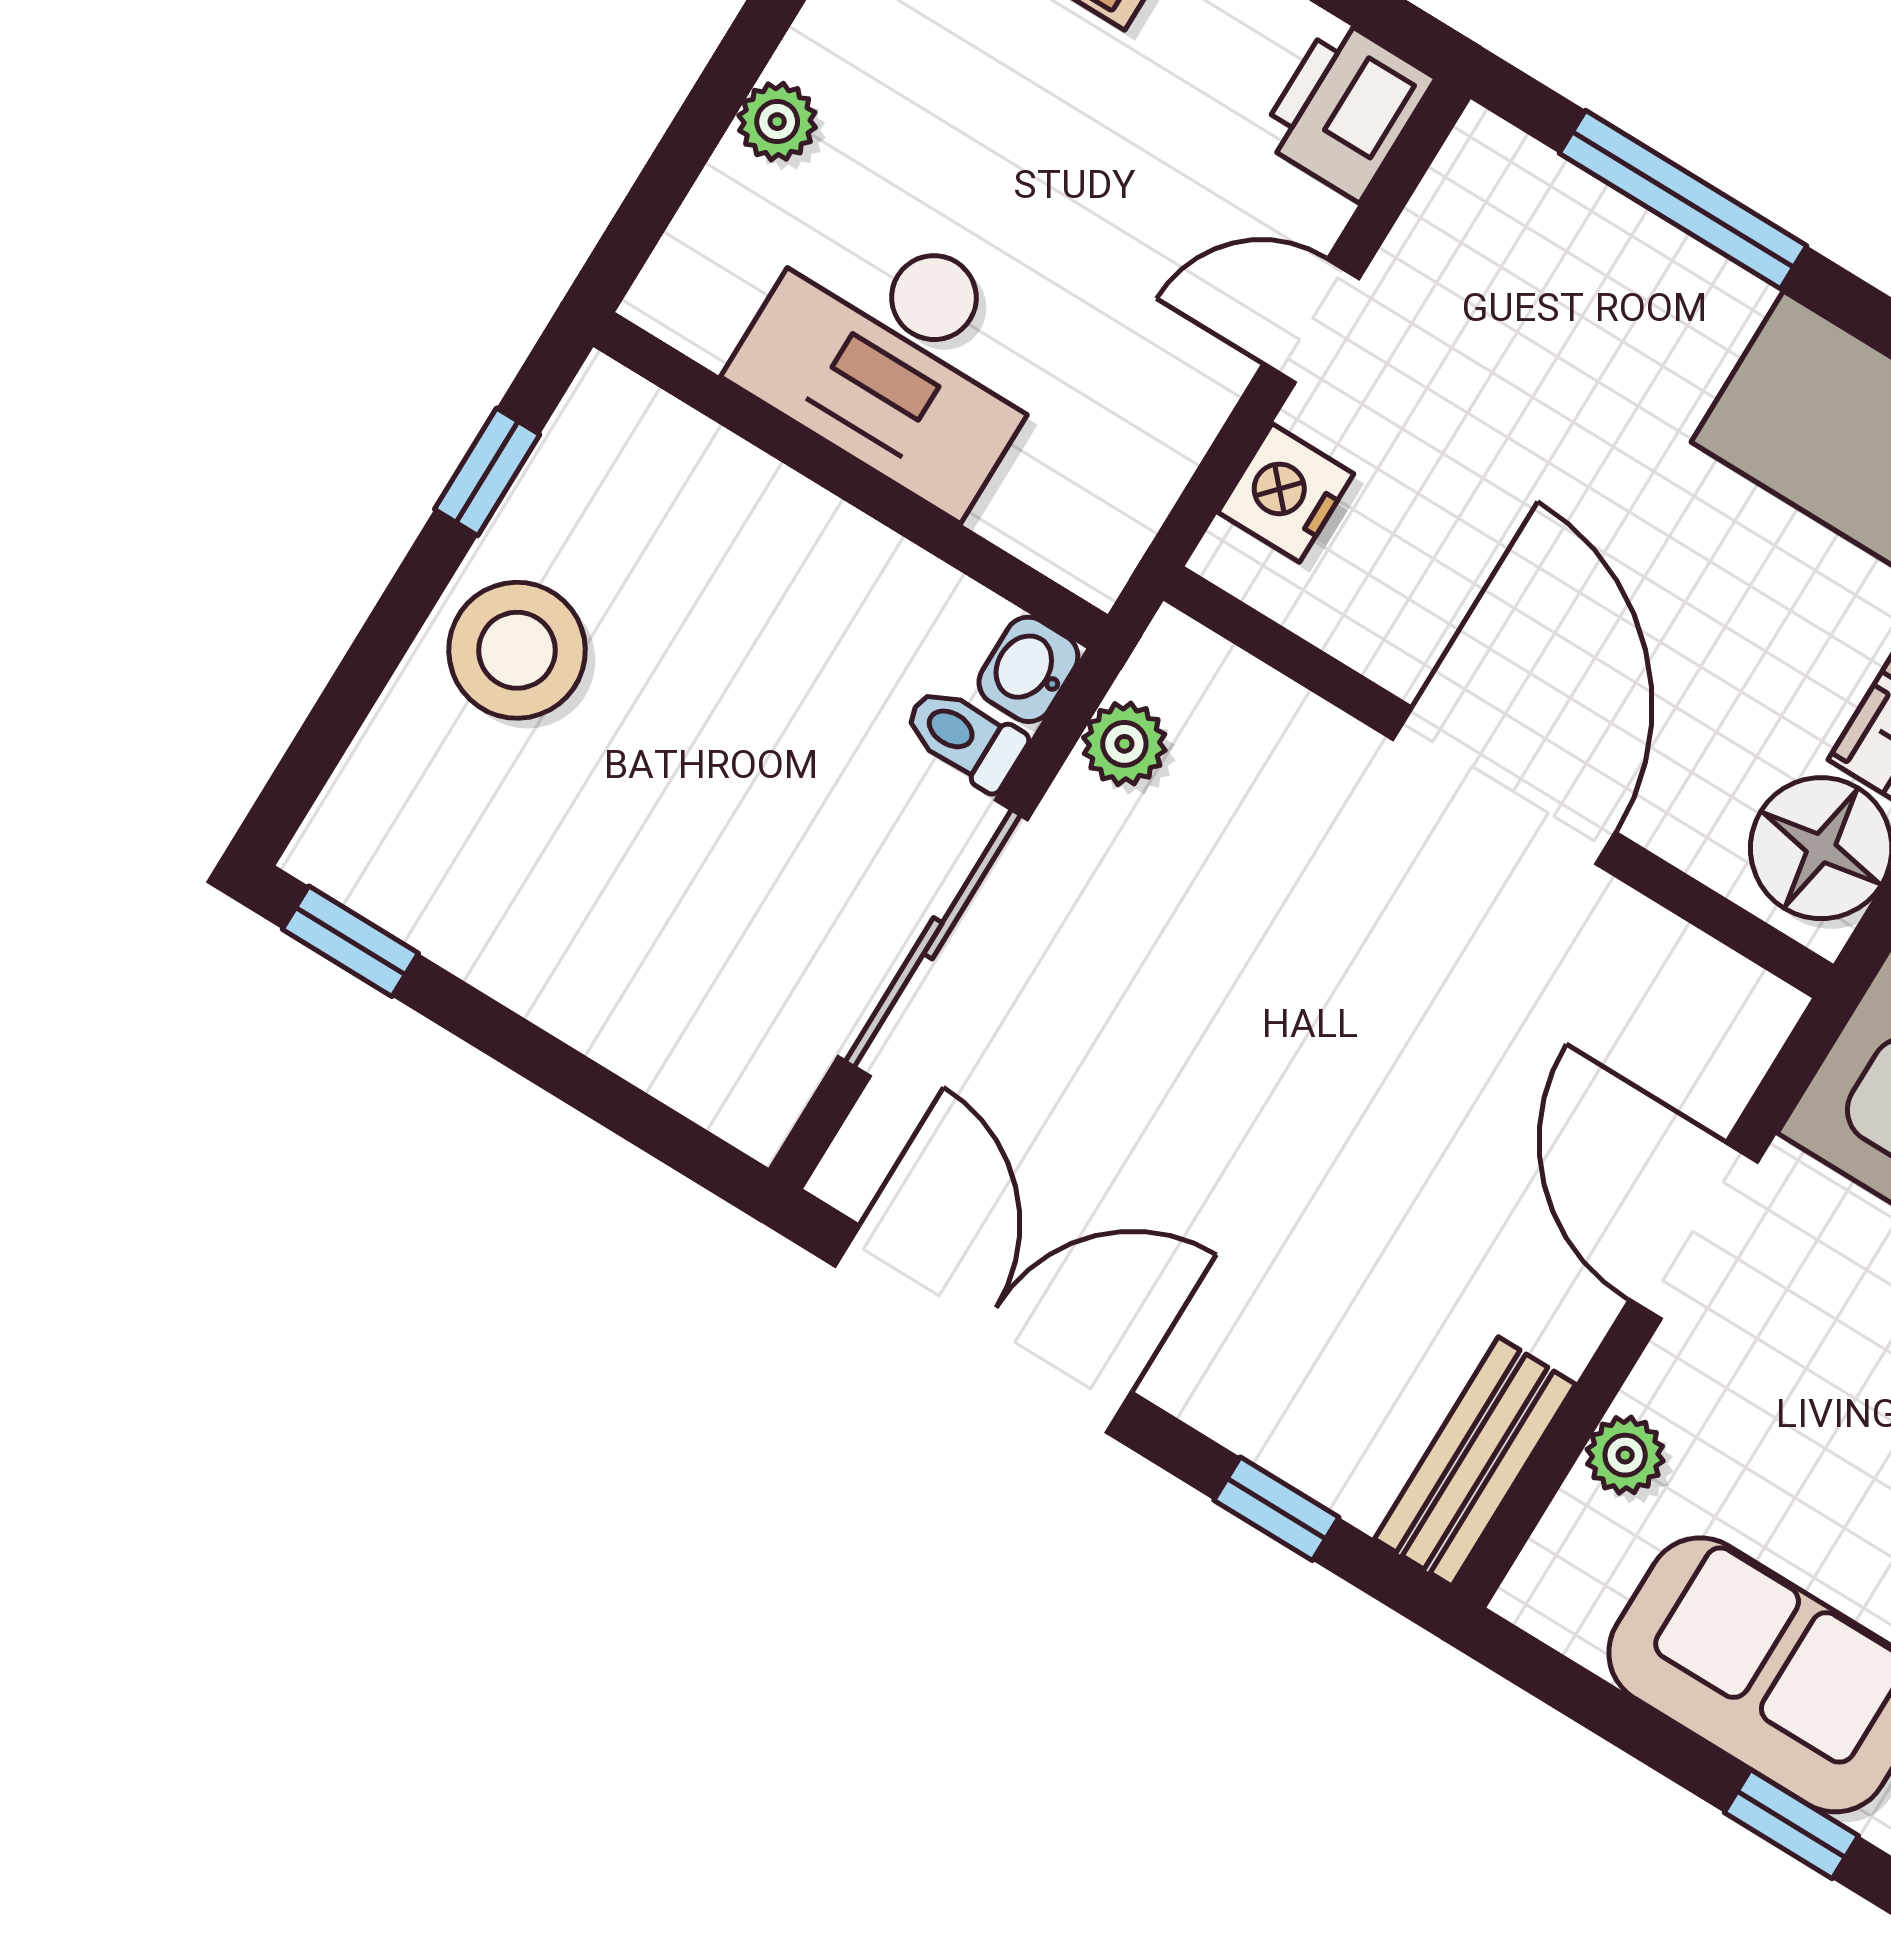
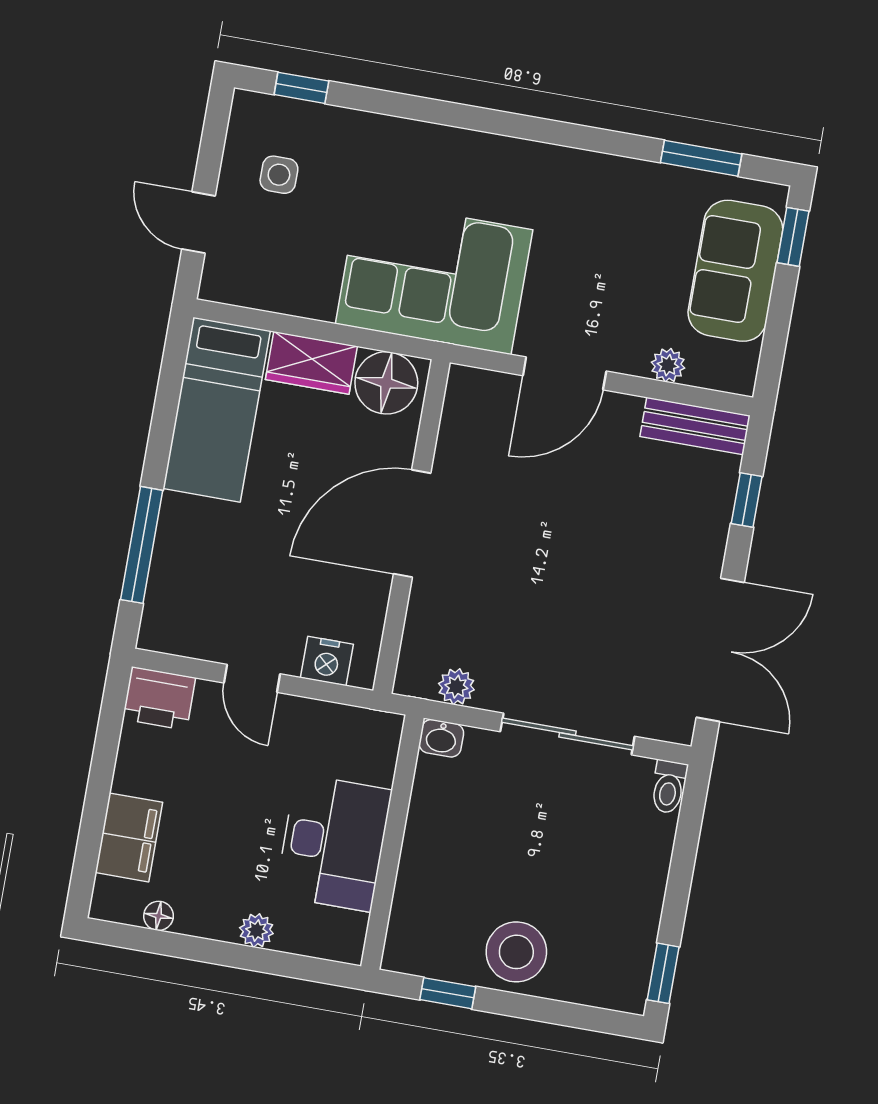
toilet: (964, 737) -> (669, 787), moved
double door: (983, 1329) -> (720, 650), swing flipped

